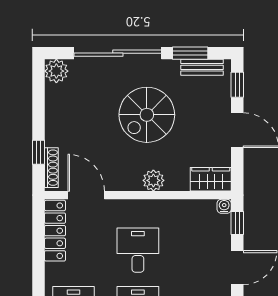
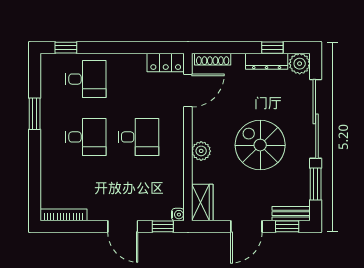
bench: (202, 67) -> (291, 214), moved, turned 90
dresser: (54, 108) -> (267, 61), added
window: (38, 152) -> (272, 48), moved
locker: (55, 231) -> (166, 62), width x0.66

